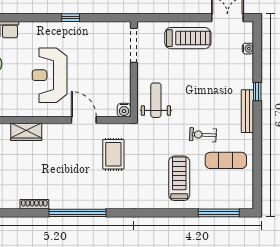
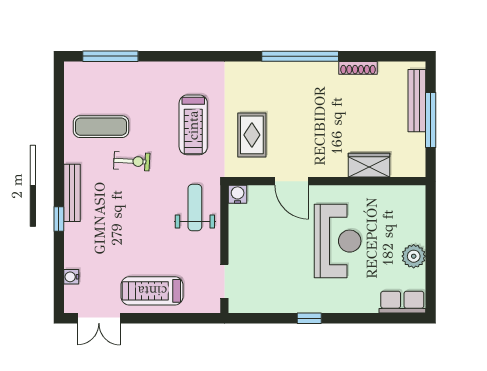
doorway: (134, 45) -> (224, 281), width x0.73
weight bench: (156, 100) -> (195, 208), turned 180
treadmill: (179, 178) -> (193, 125), moved

